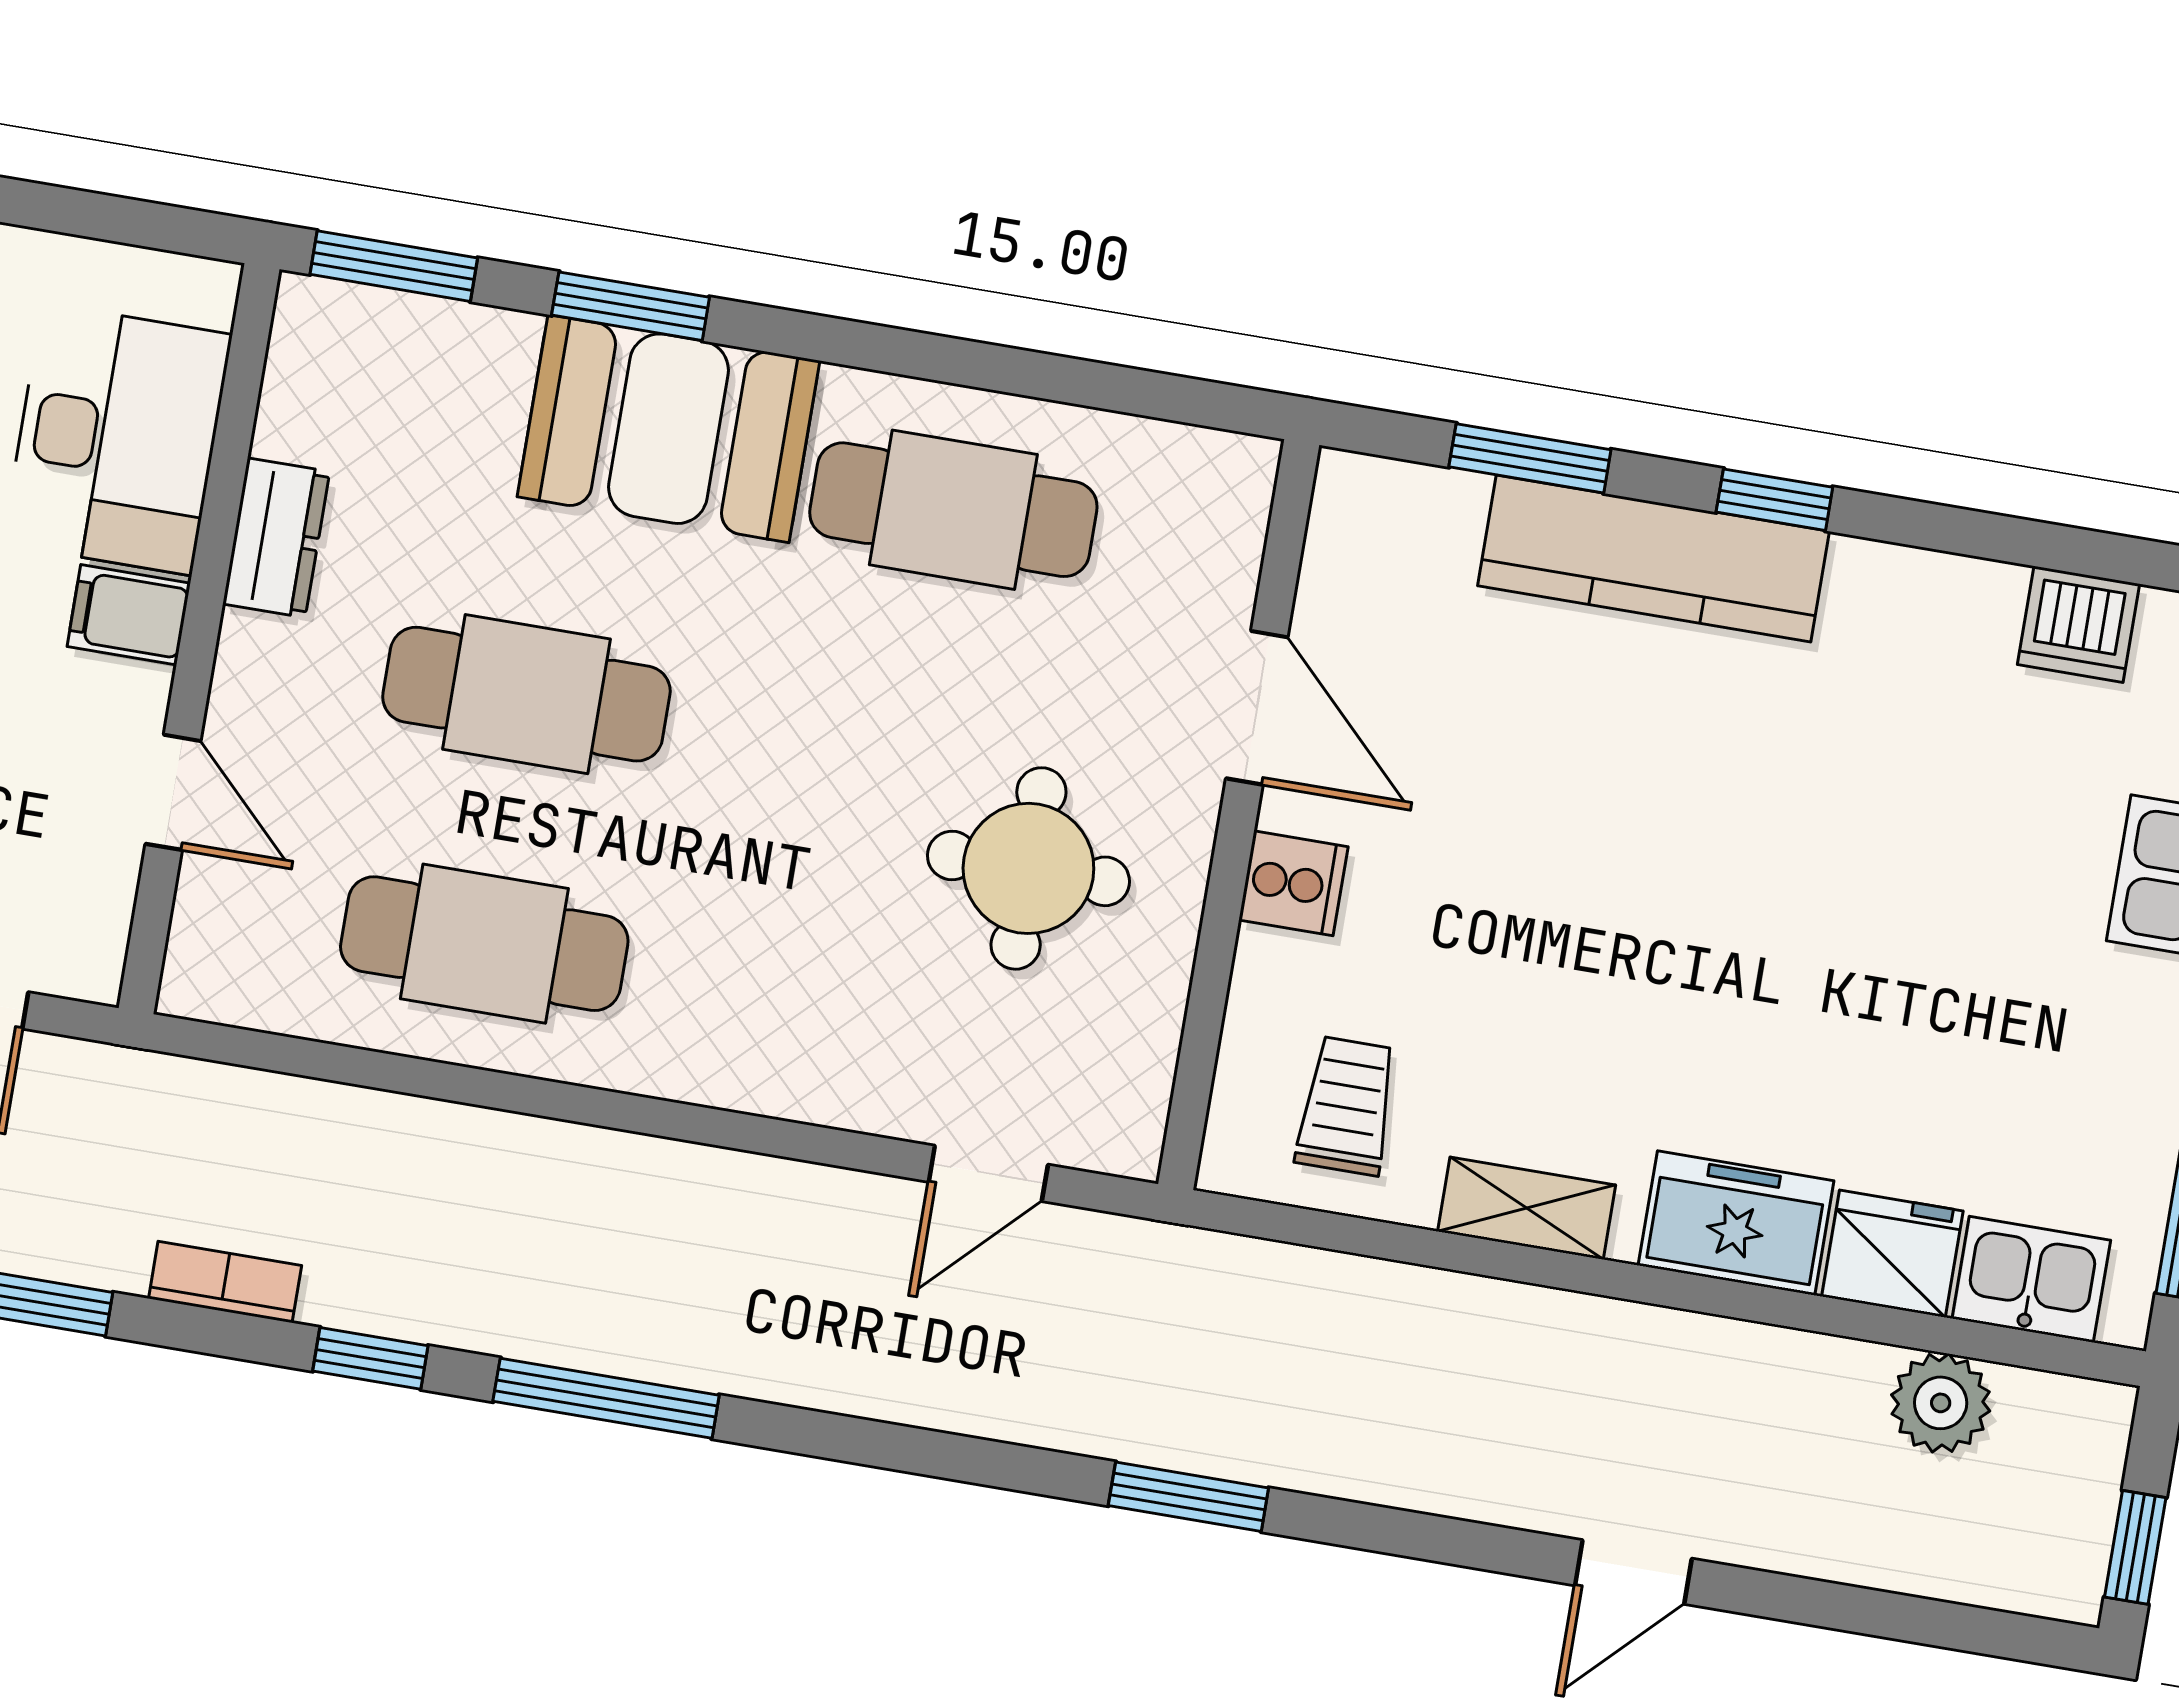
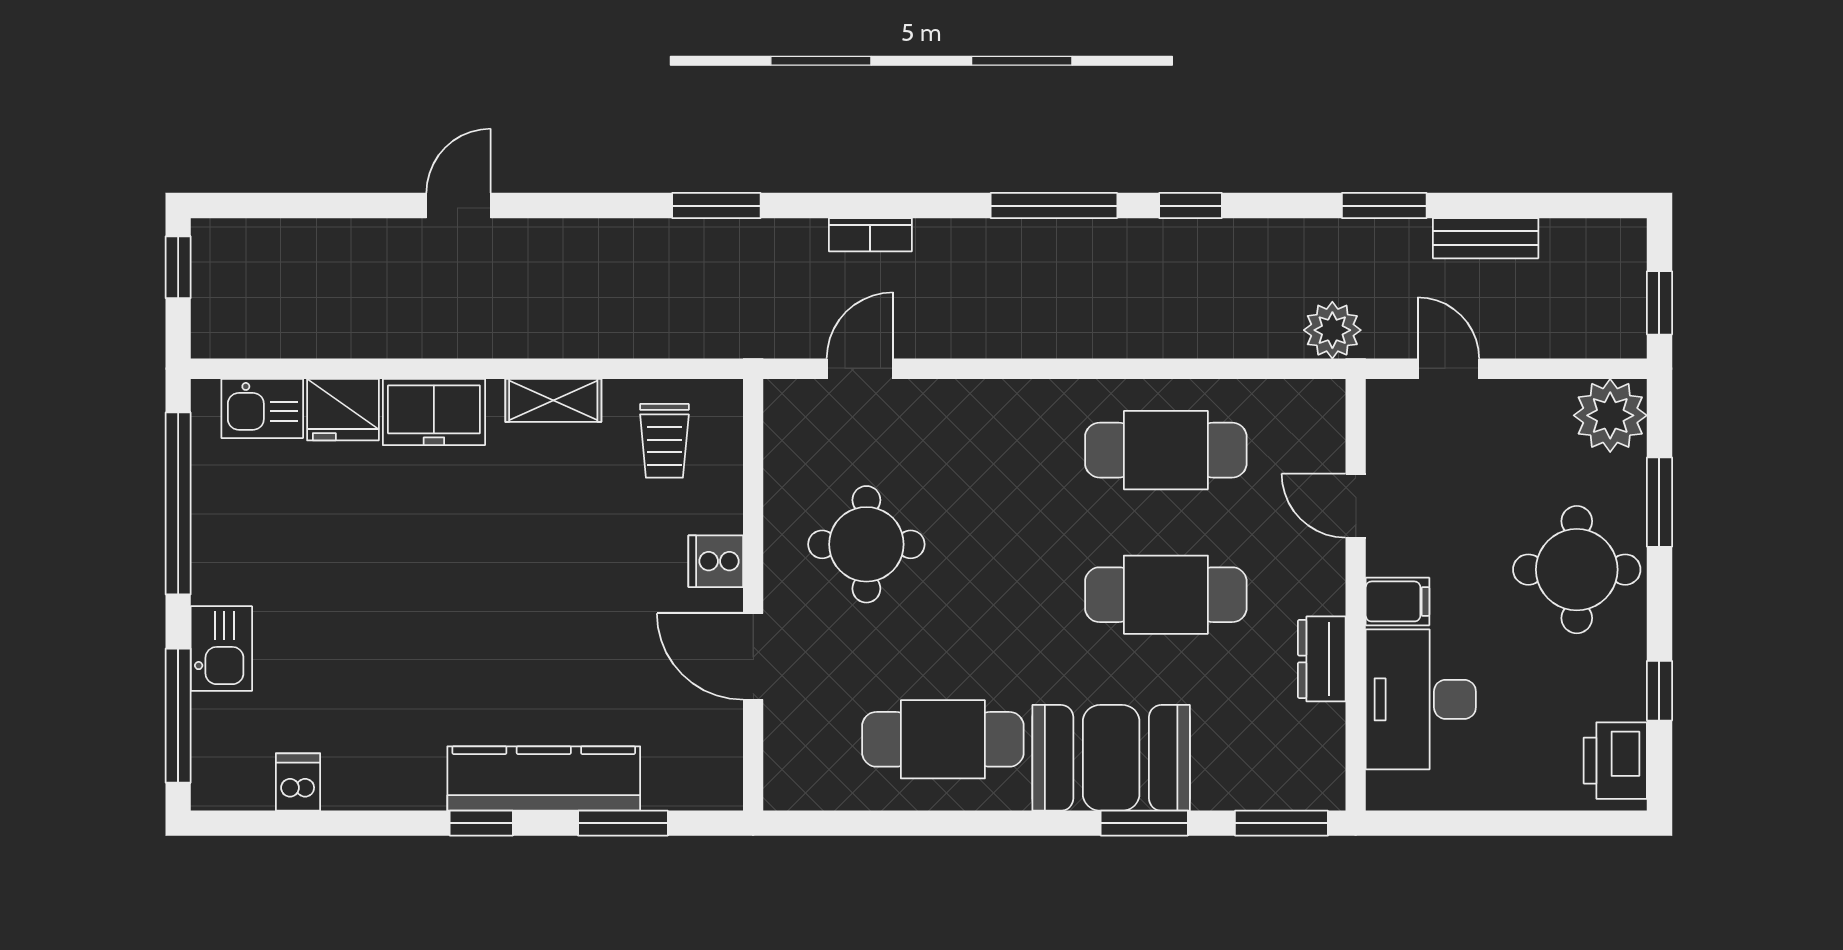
dishwasher: (2079, 624) -> (298, 782), width x0.73
bookcase: (225, 1282) -> (870, 235), moved
plant: (1941, 1403) -> (1332, 330), moved

